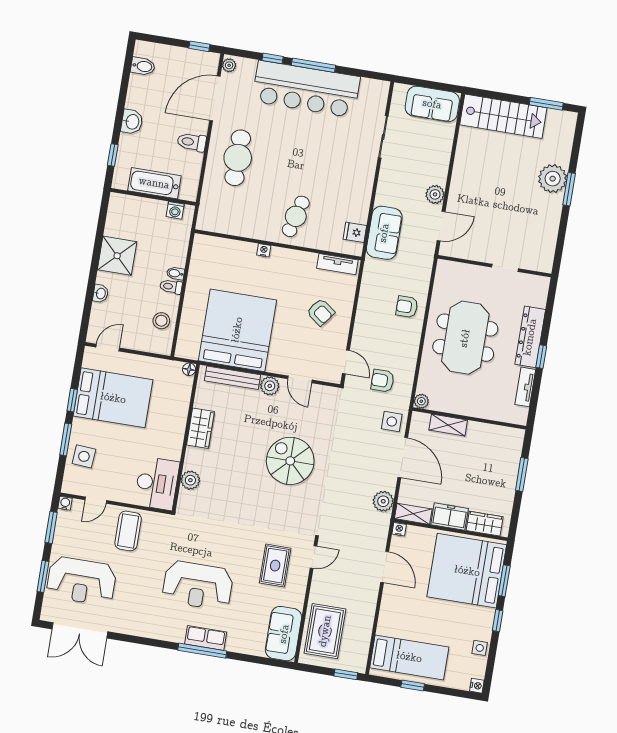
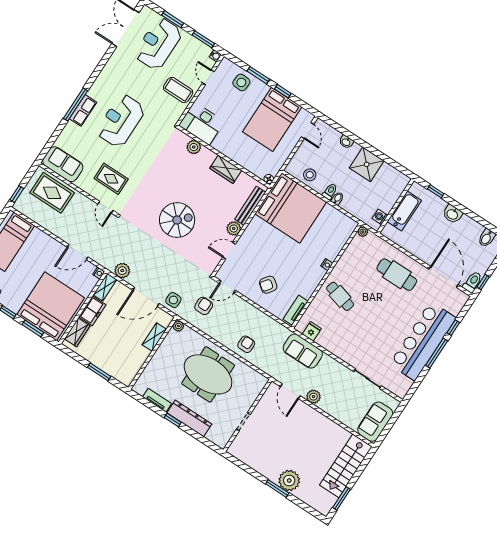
plant: (229, 65) -> (363, 232), moved
toilet: (192, 142) -> (473, 282), moved
bed: (237, 330) -> (291, 208), moved

